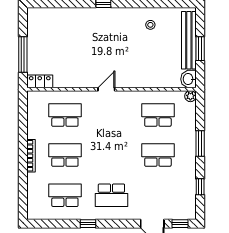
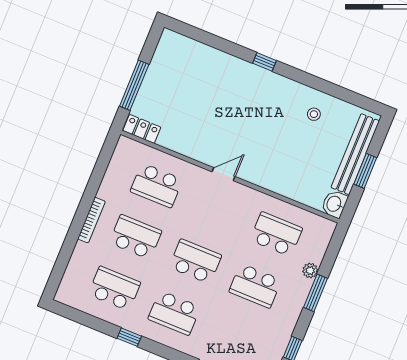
plant: (190, 96) -> (310, 271), moved
school desk: (65, 115) -> (157, 185), turned 180
school desk: (111, 155) -> (195, 261), added
school desk: (158, 155) -> (255, 286), turned 180

